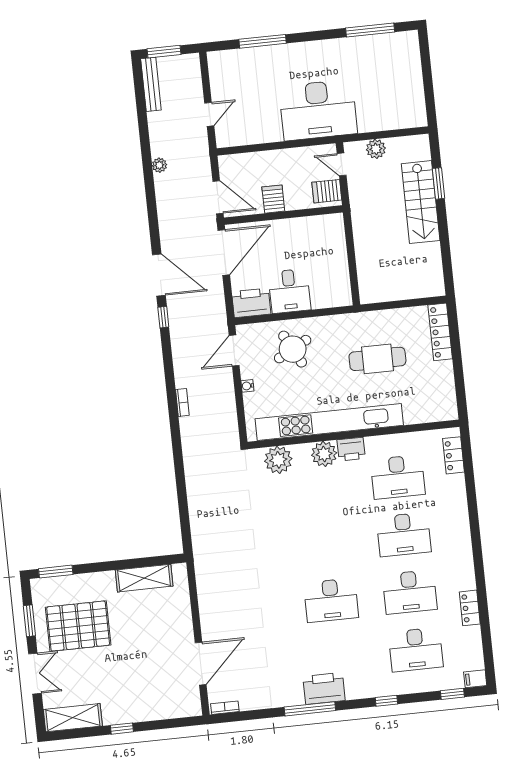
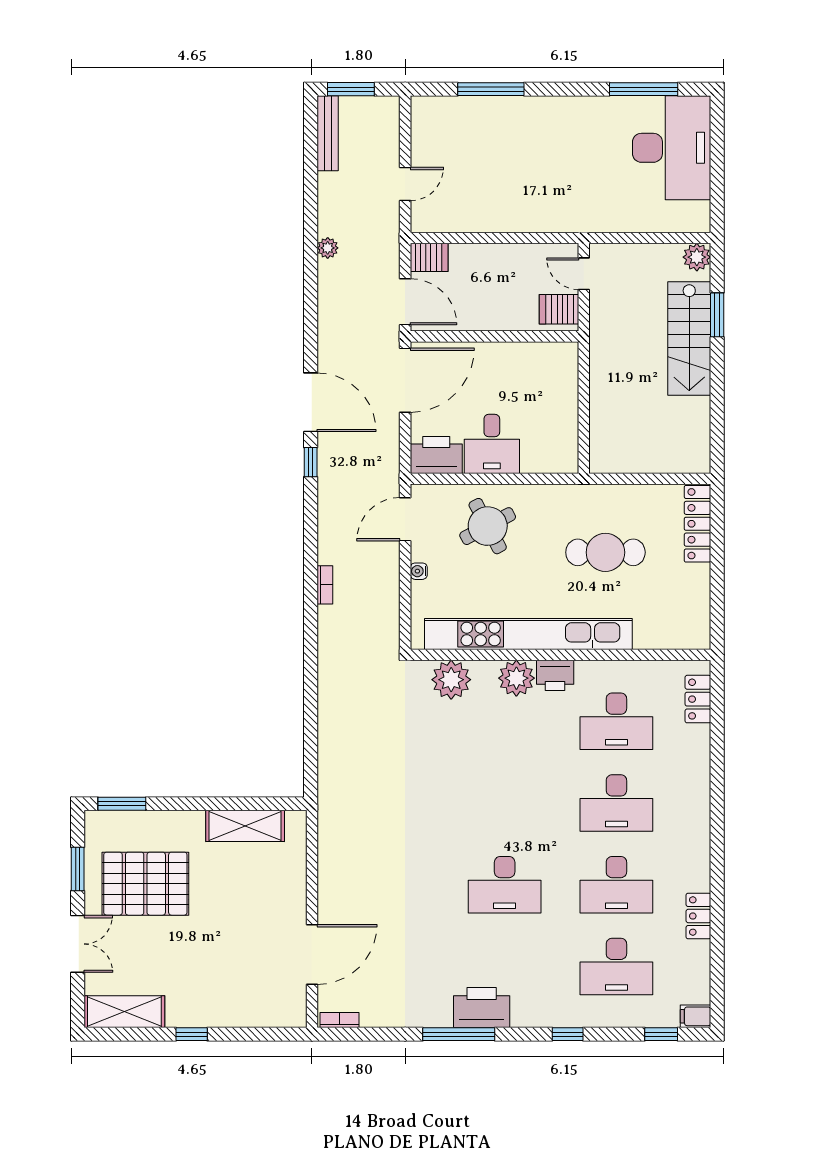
desk: (318, 110) -> (672, 148), moved, turned -90
plant: (376, 149) -> (697, 257), moved
server rack: (273, 199) -> (429, 257), moved, turned 90

